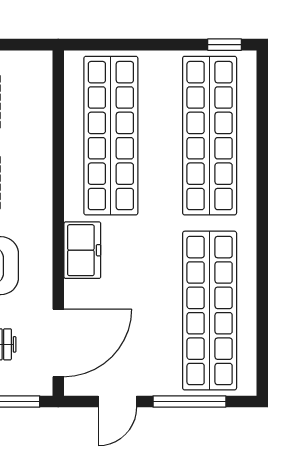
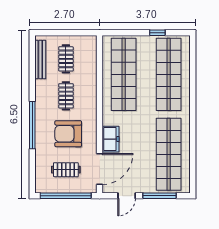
window: (225, 45) -> (157, 33), moved
freezer: (82, 250) -> (111, 139), moved

